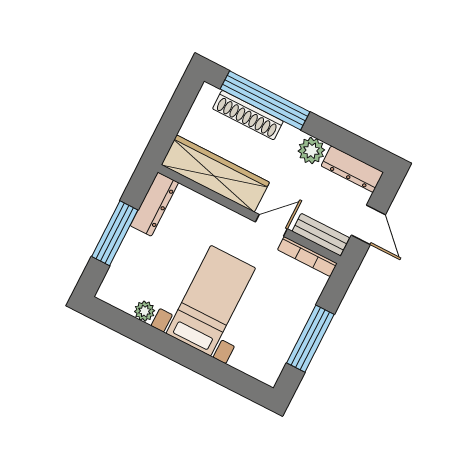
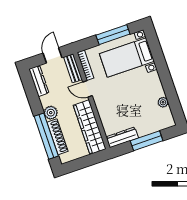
plant: (311, 151) -> (51, 113), moved
bed with nightstands: (211, 301) -> (127, 58), moved

